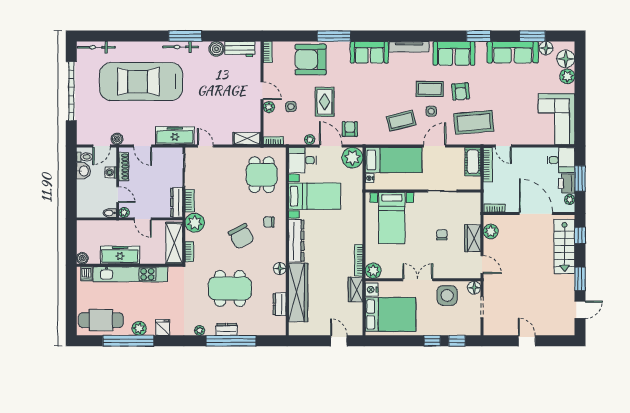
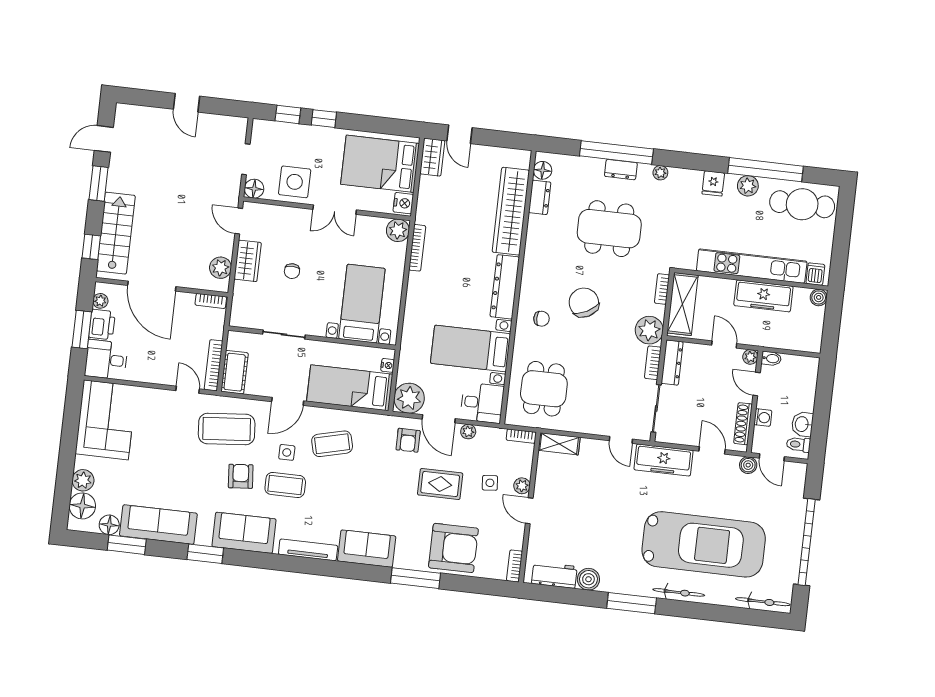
bicycle: (181, 47) -> (679, 592), moved
rug: (325, 102) -> (440, 484), turned 90
door: (102, 146) -> (772, 457), swing flipped
floor lamp: (280, 269) -> (543, 170), moved
wardrobe: (356, 290) -> (432, 157), moved

